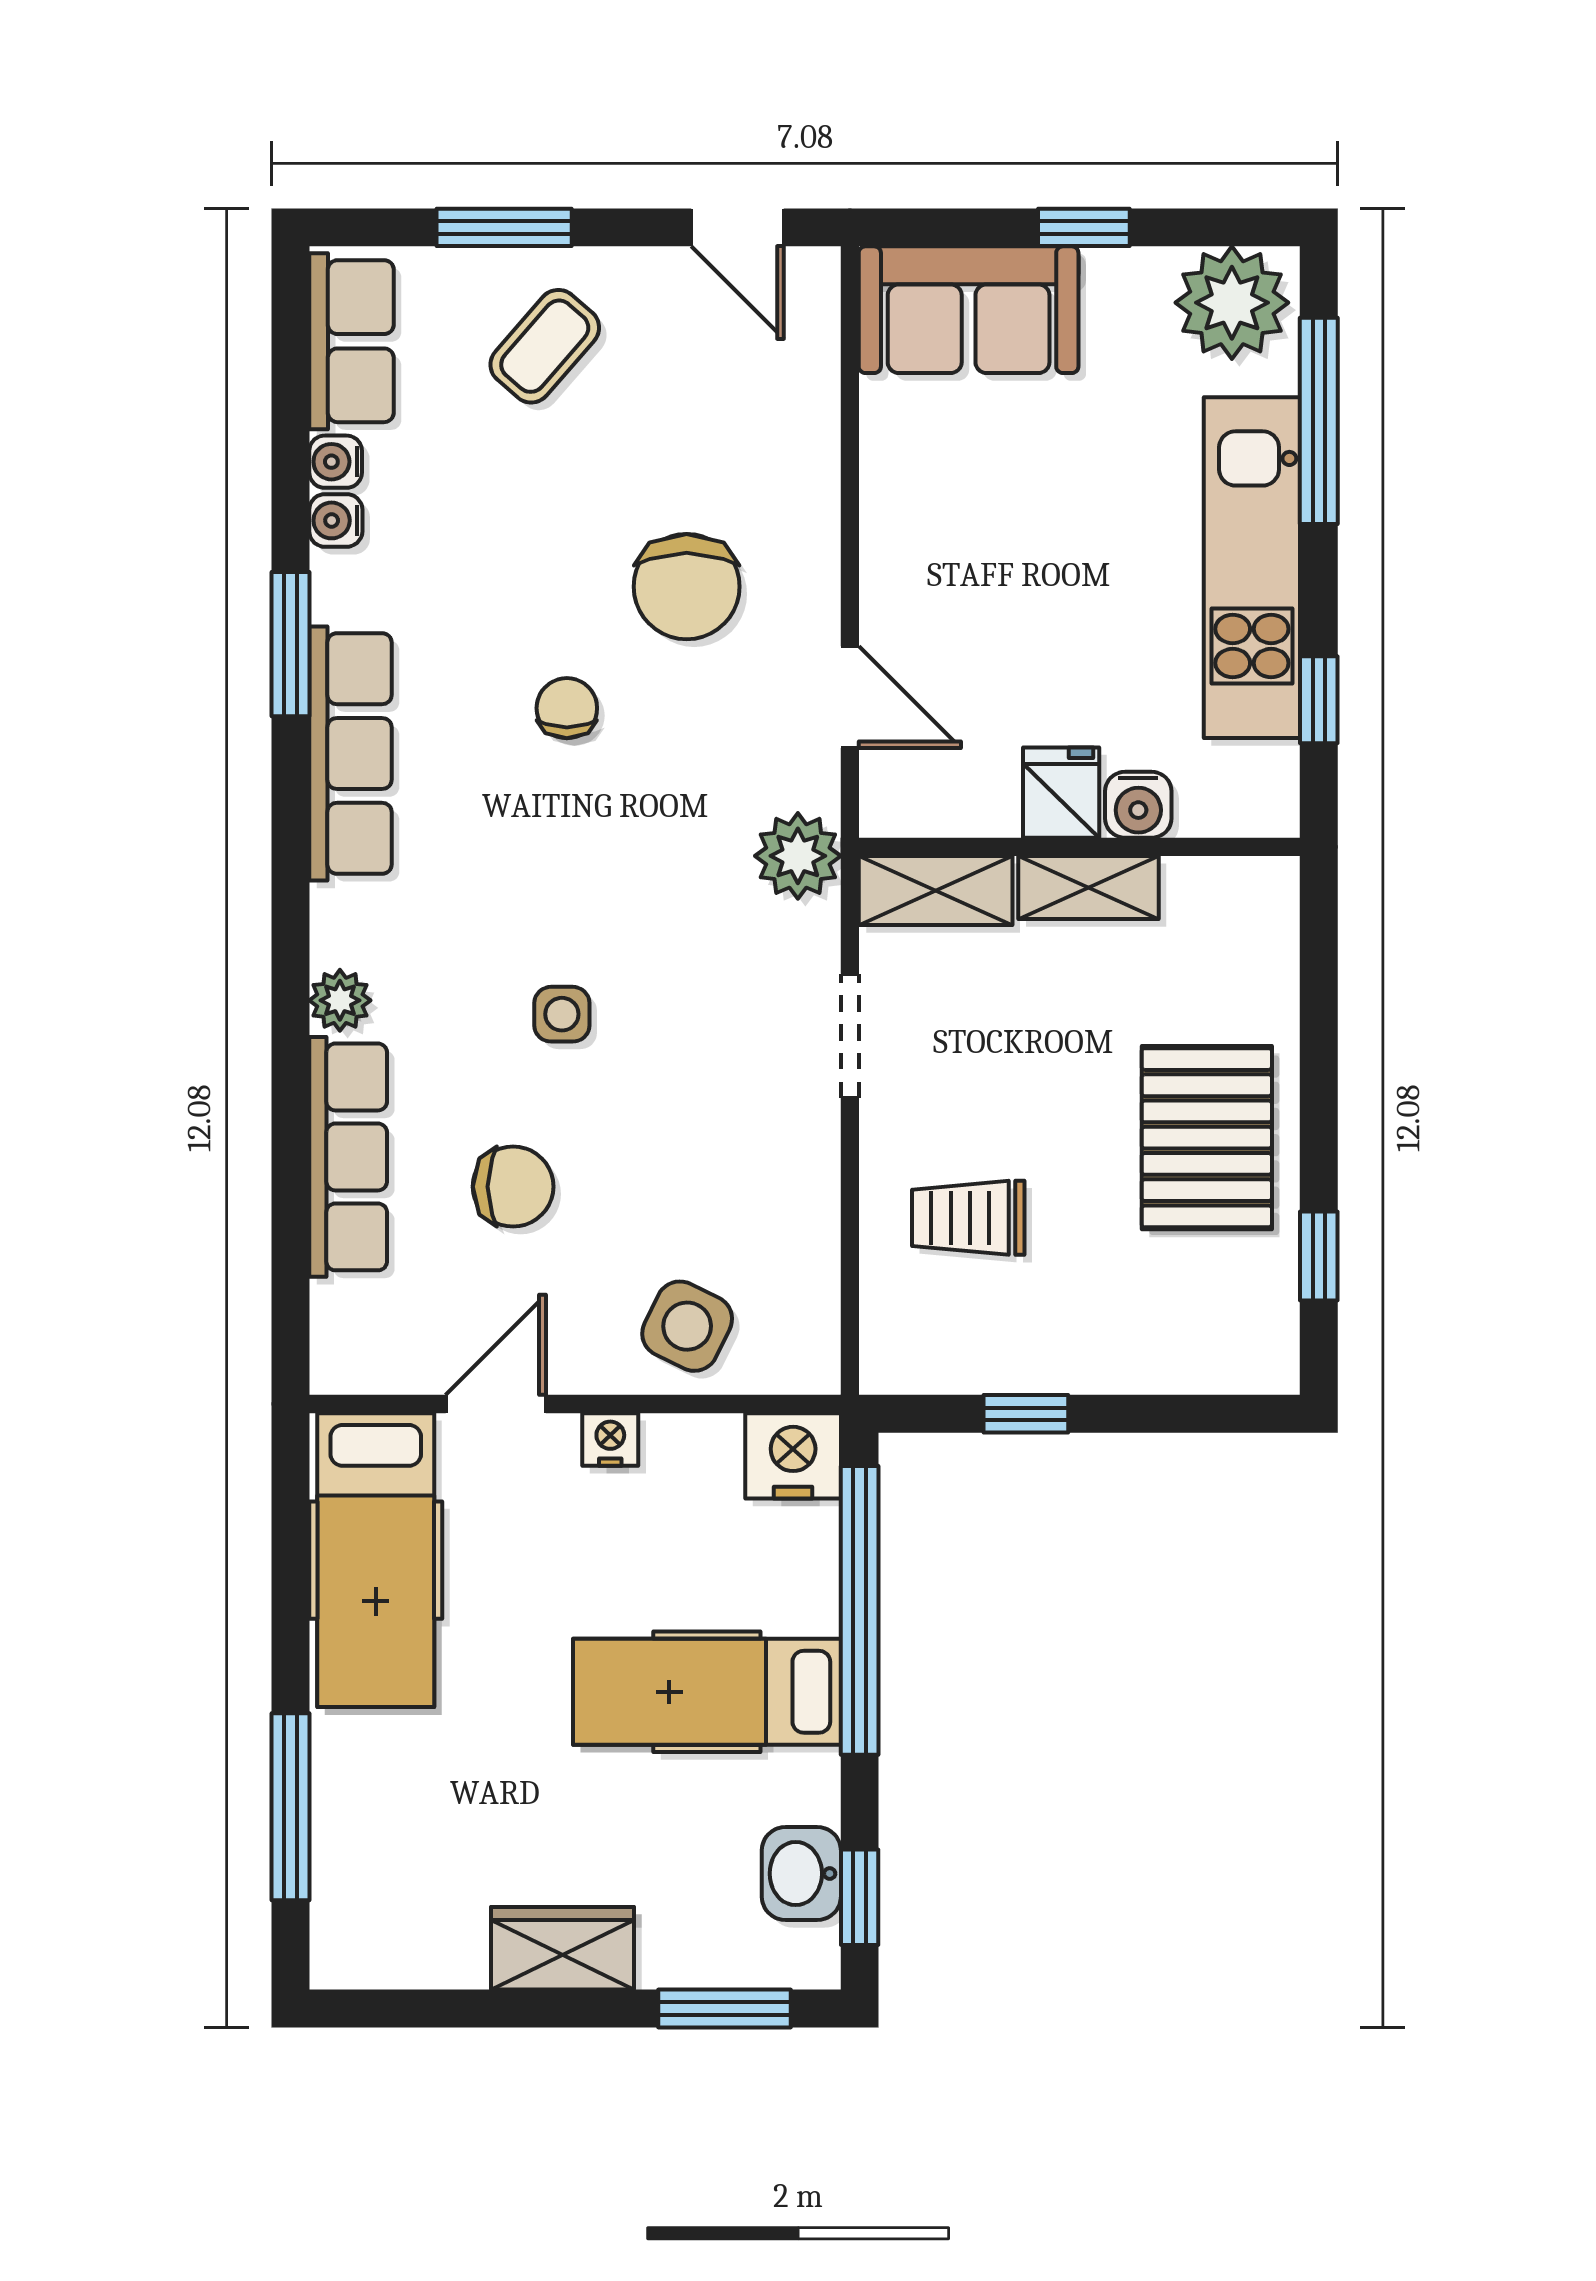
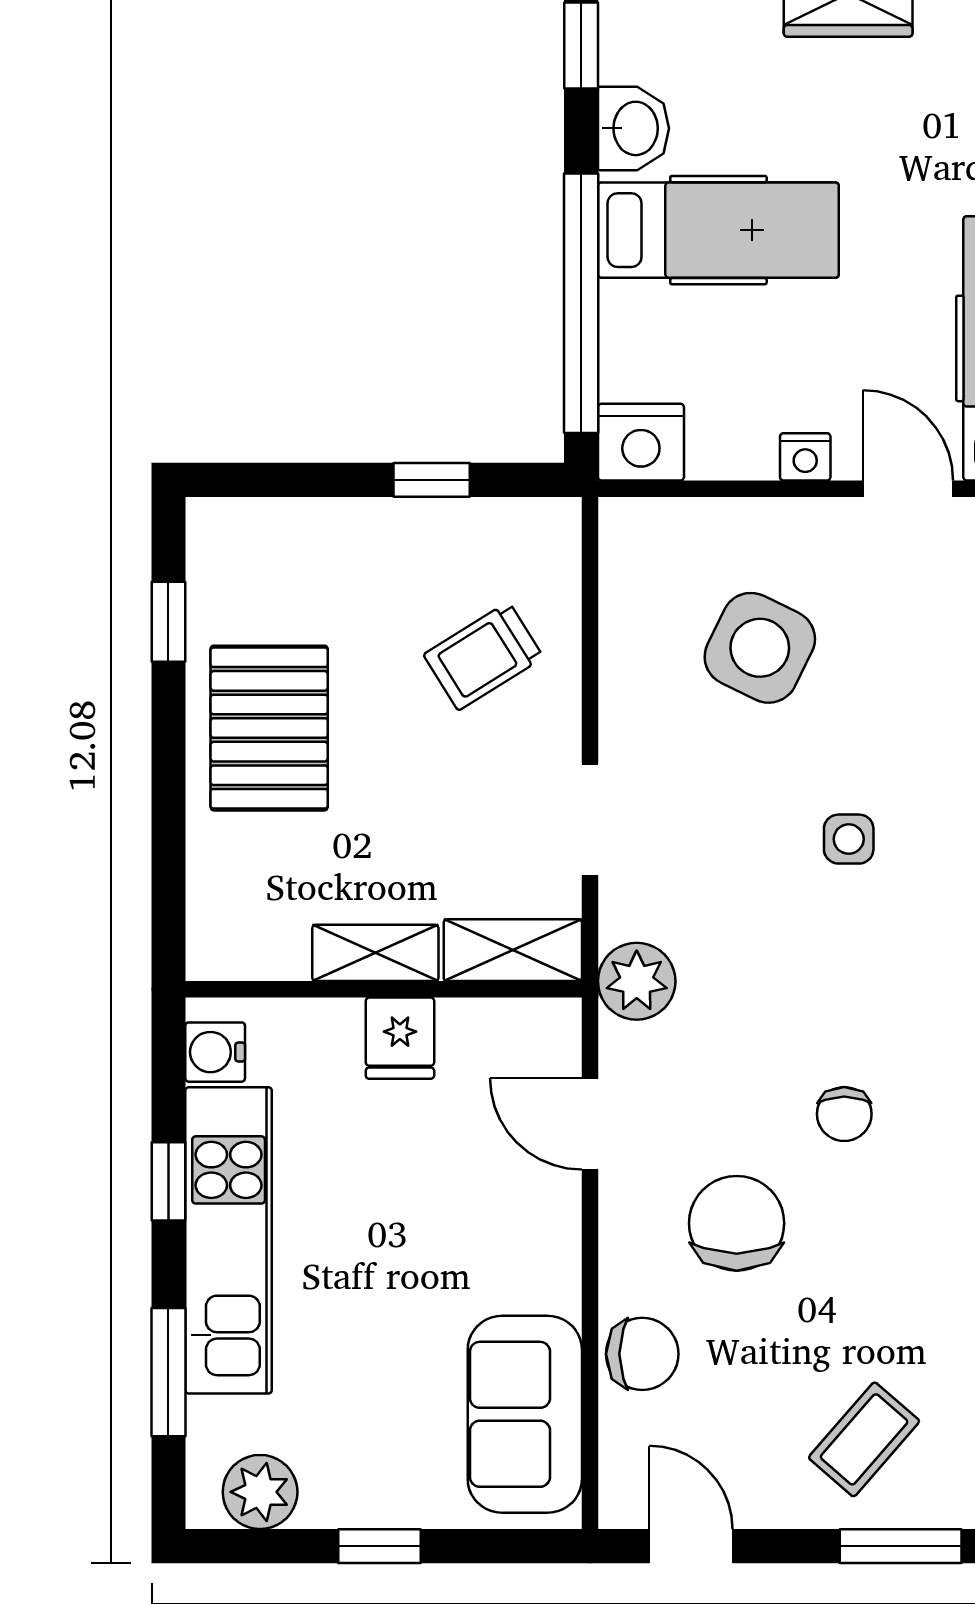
plant: (1232, 303) -> (260, 1492), width x0.73, depth x0.73
sofa: (969, 310) -> (525, 1414), moved, turned -90
window: (1319, 421) -> (168, 1372), width x0.69
window: (1319, 700) -> (168, 1181), moved
water cooler: (1138, 805) -> (215, 1052), moved, turned -90
chair: (513, 1187) -> (642, 1354), moved, turned 180
trolley: (968, 1218) -> (483, 656), turned 148
side table: (687, 1326) -> (760, 648), moved, width x1.37, depth x1.37
door: (496, 1404) -> (908, 489), swing flipped
washbasin: (801, 1874) -> (634, 128), moved

